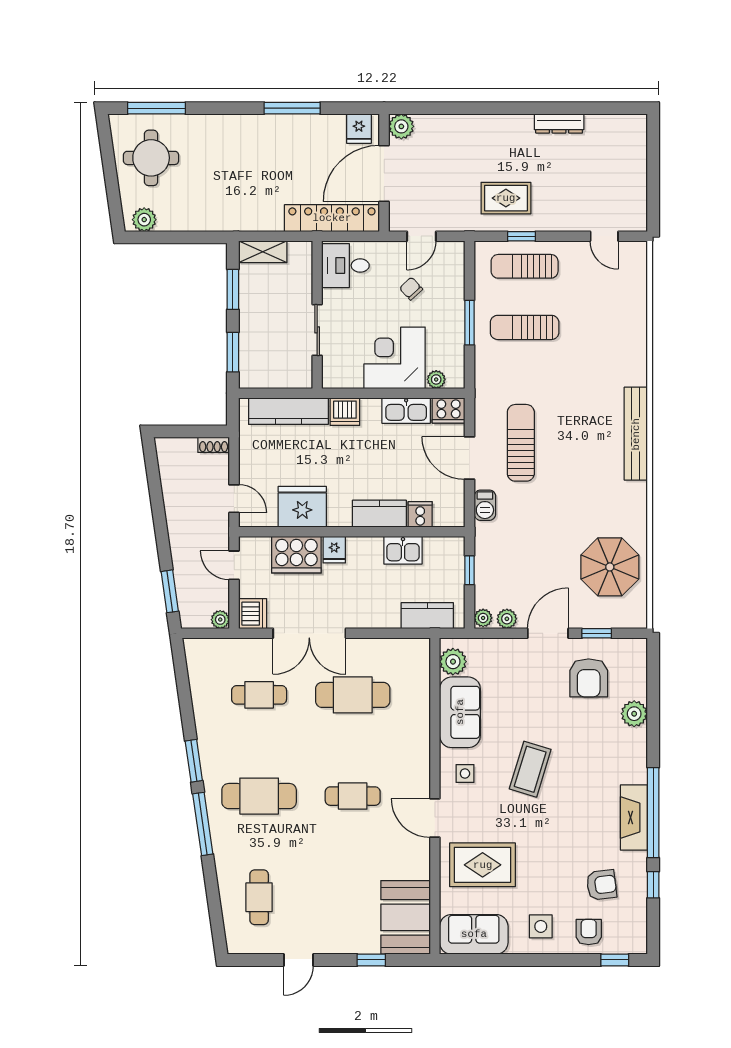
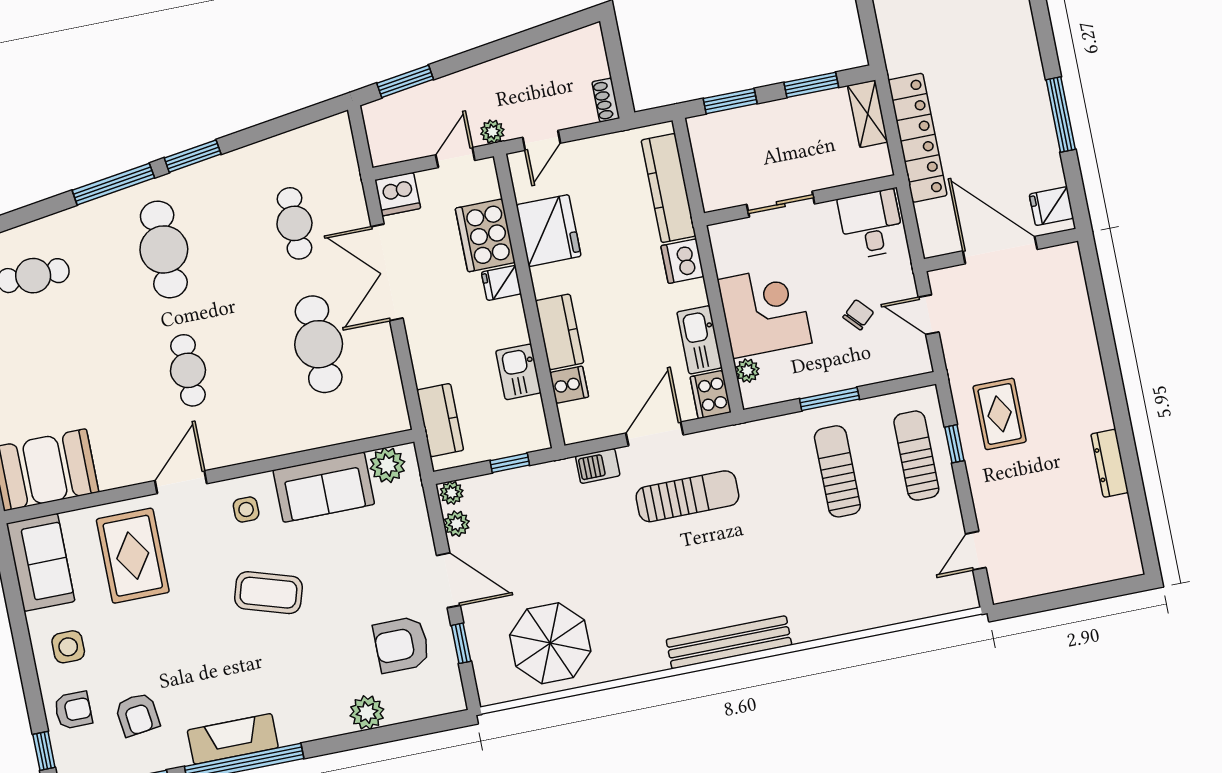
plant: (401, 126) -> (1065, 260), removed
locker: (332, 218) -> (918, 138), moved
plant: (220, 620) -> (492, 132), moved

